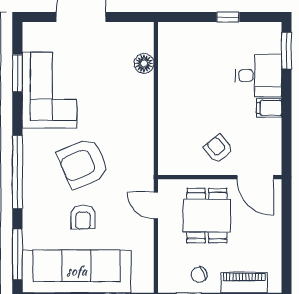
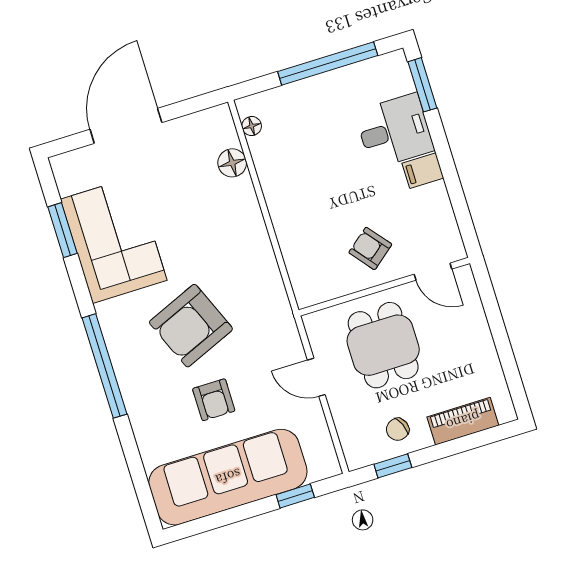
window: (228, 17) -> (328, 63), width x3.17
floor lamp: (165, 43) -> (252, 126), added
door: (255, 177) -> (433, 272), width x0.73
door: (156, 205) -> (316, 377), moved
window: (17, 254) -> (139, 479), removed

